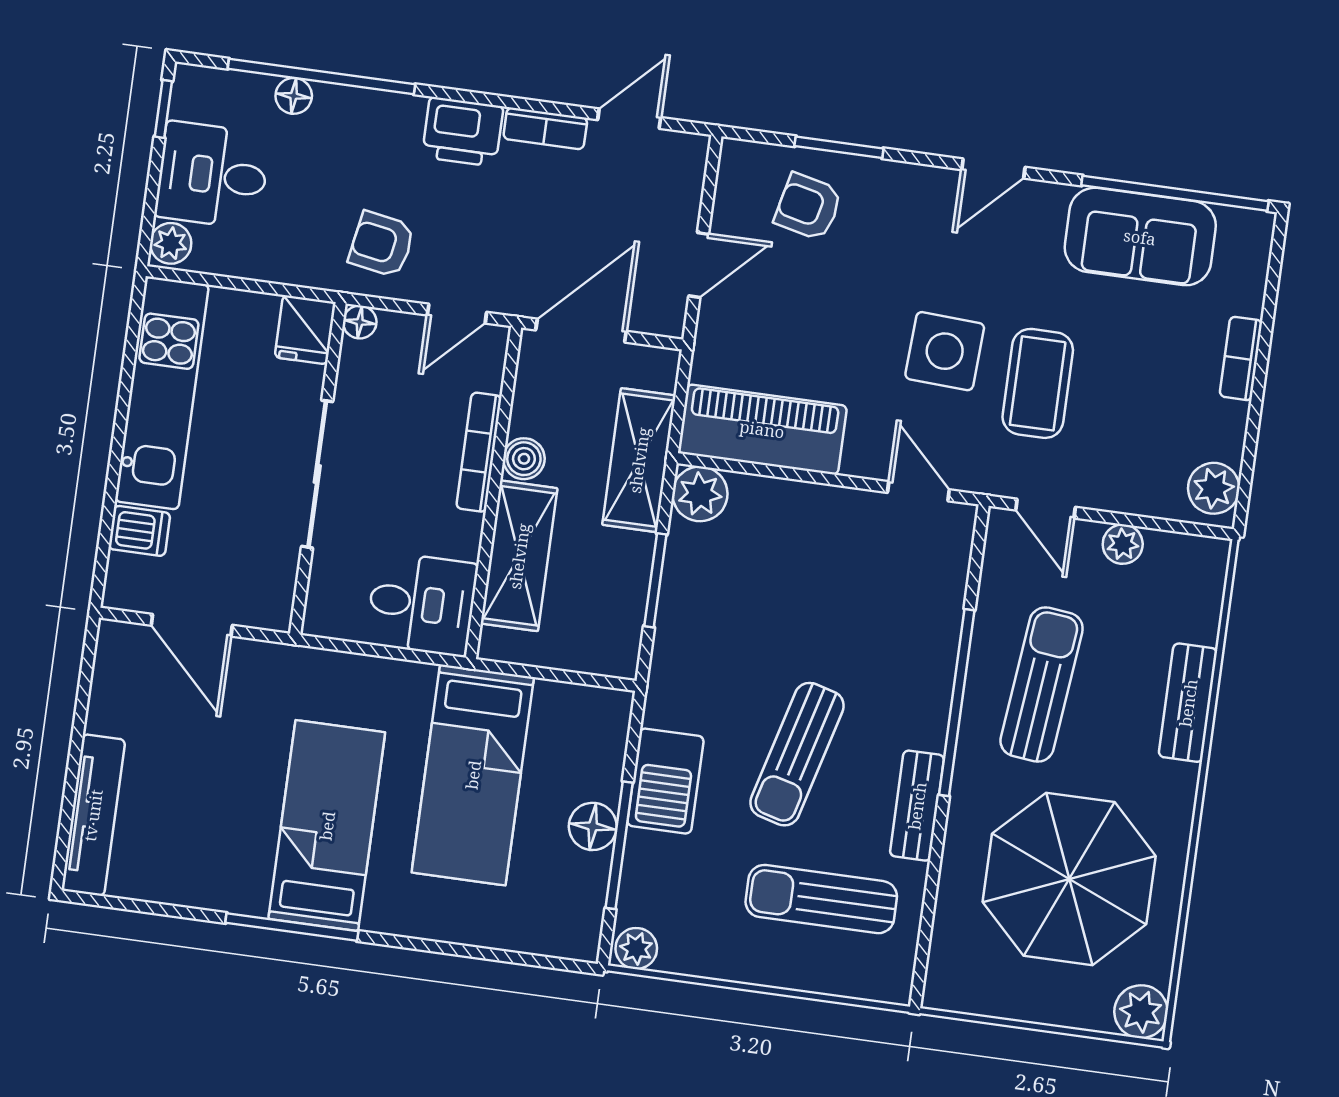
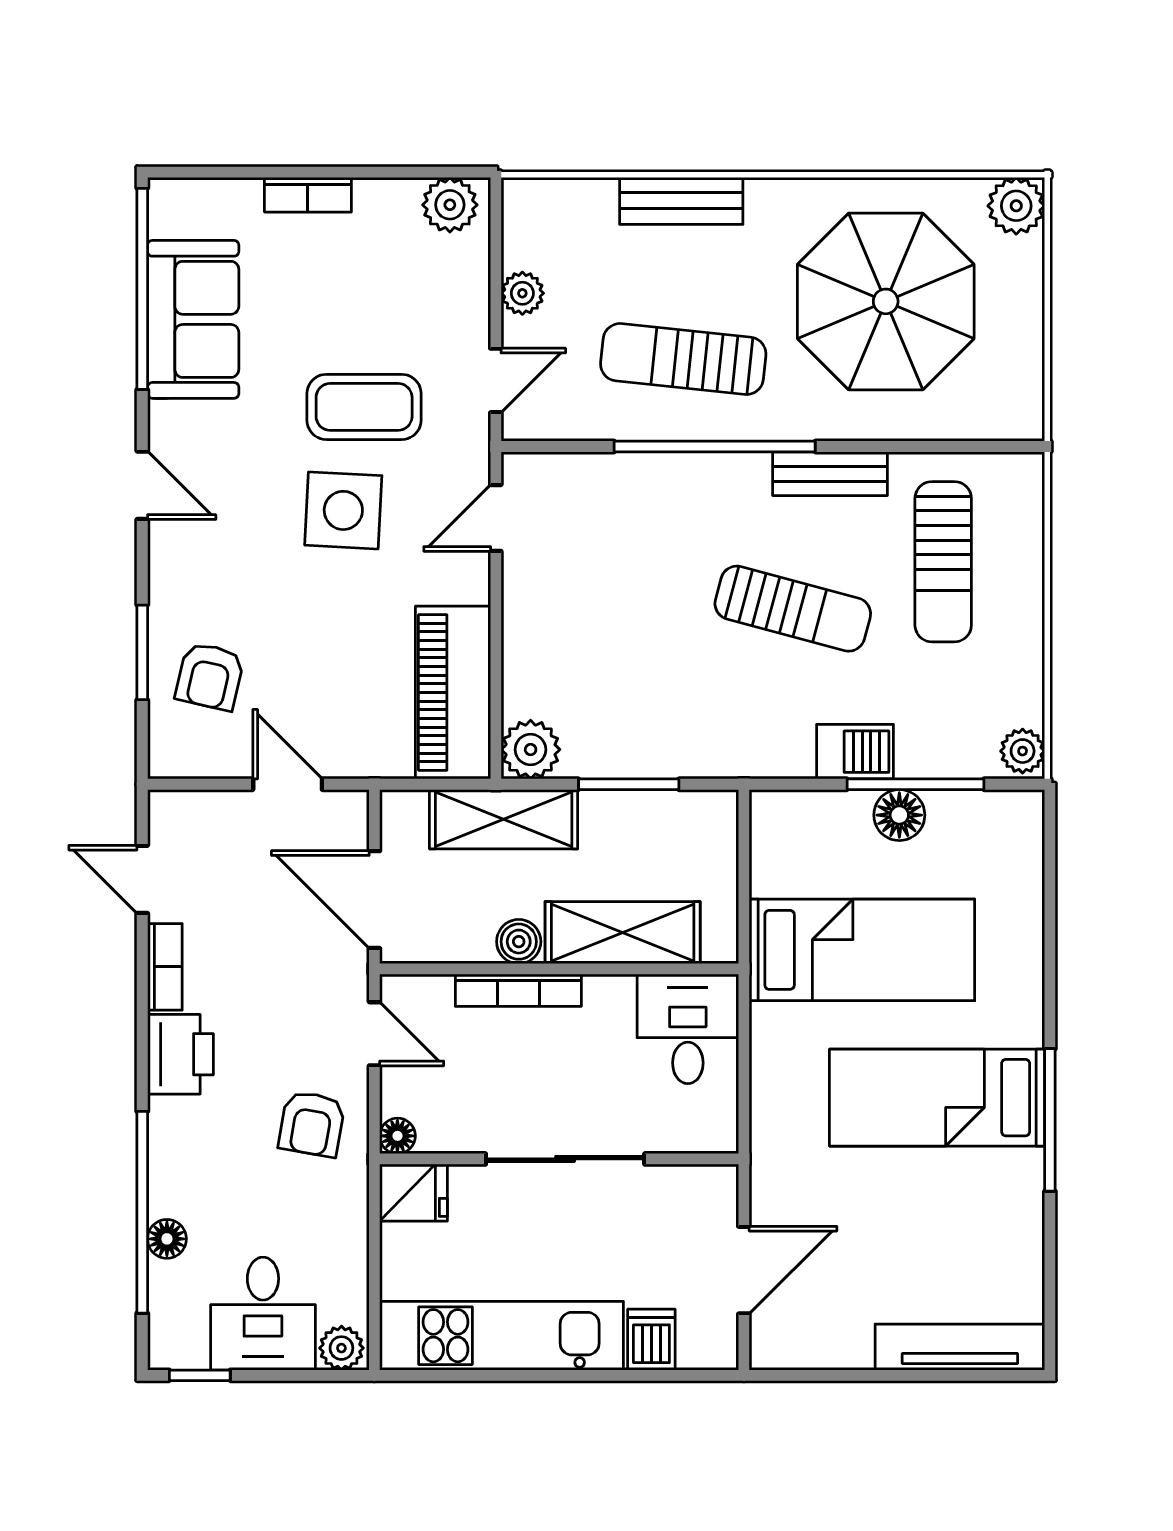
barbecue: (665, 781) -> (855, 752), width x0.73, depth x0.79

